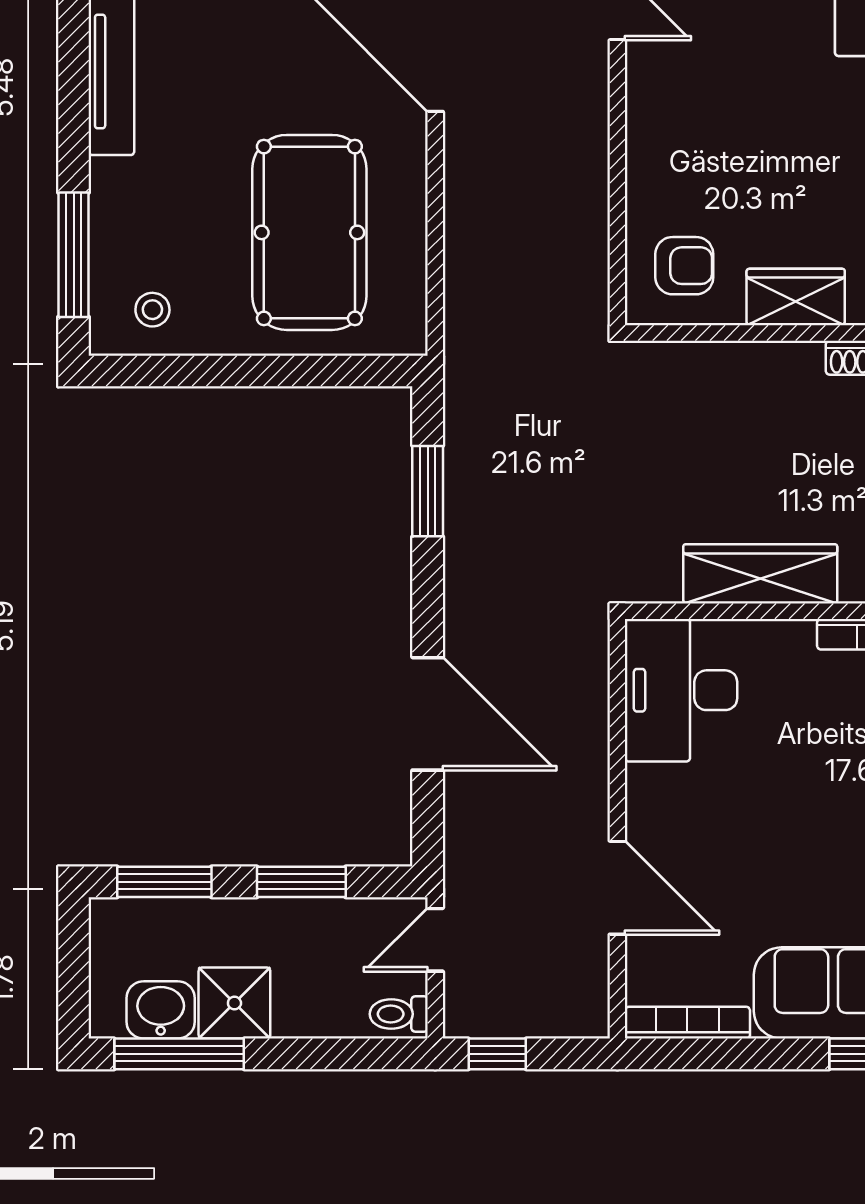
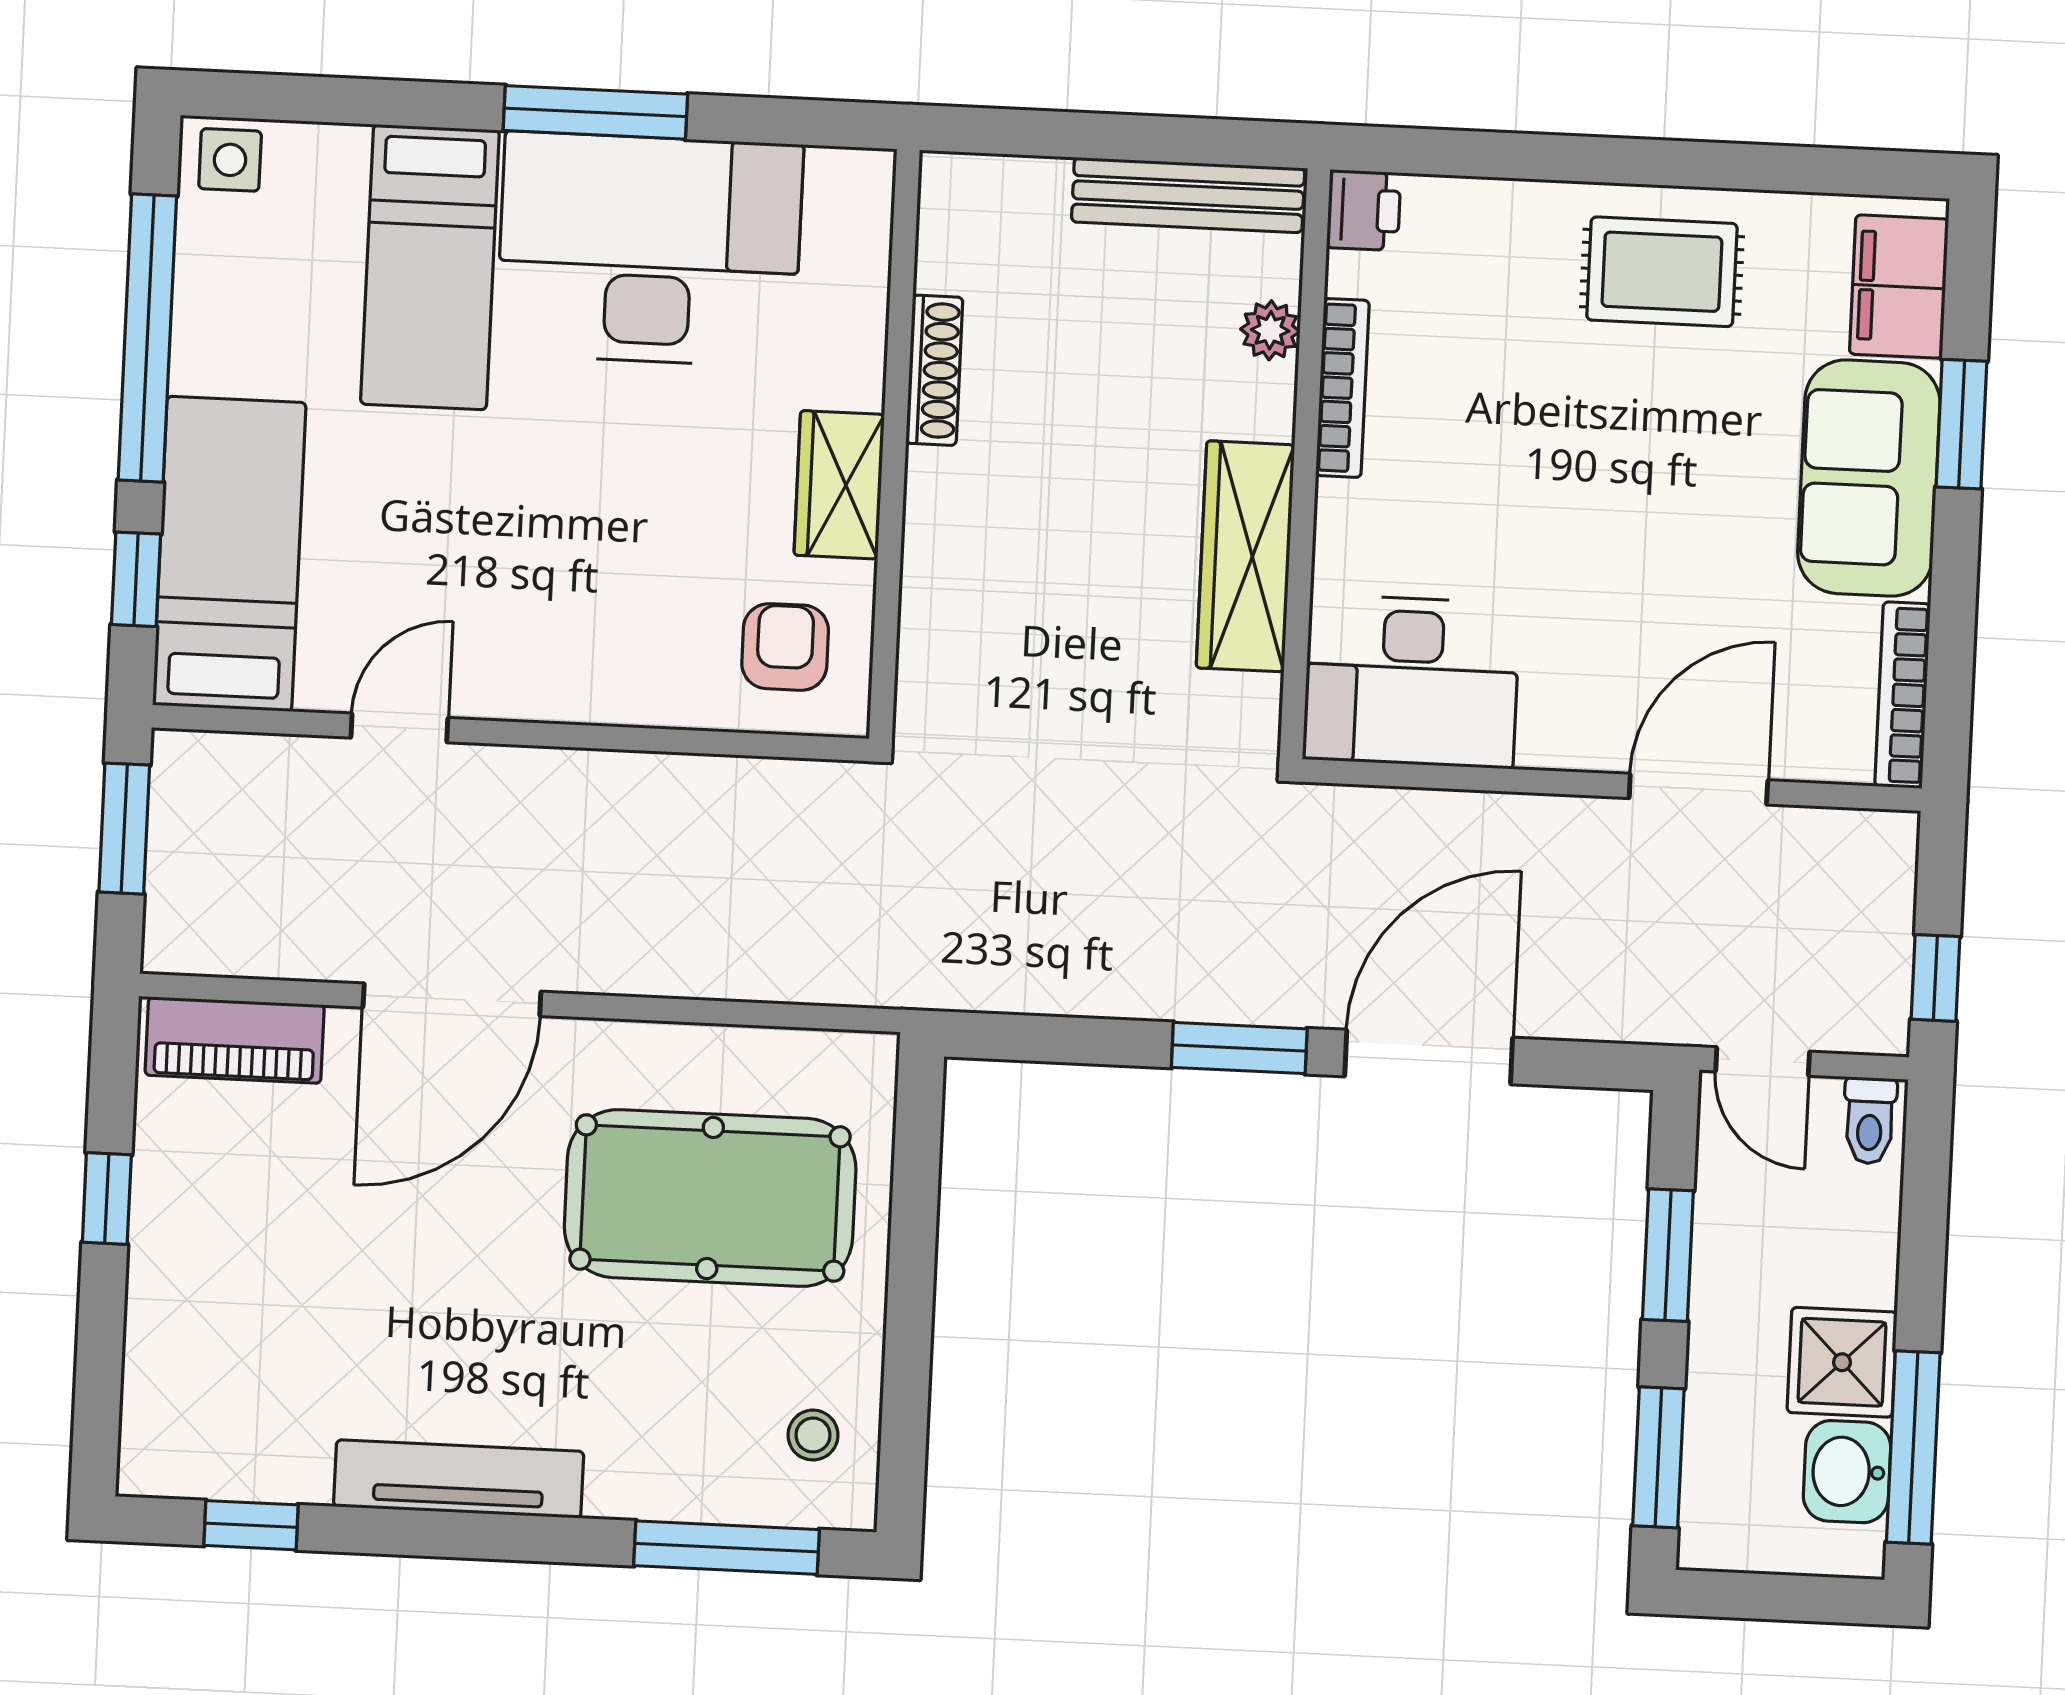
window: (428, 491) -> (1239, 1048), moved

